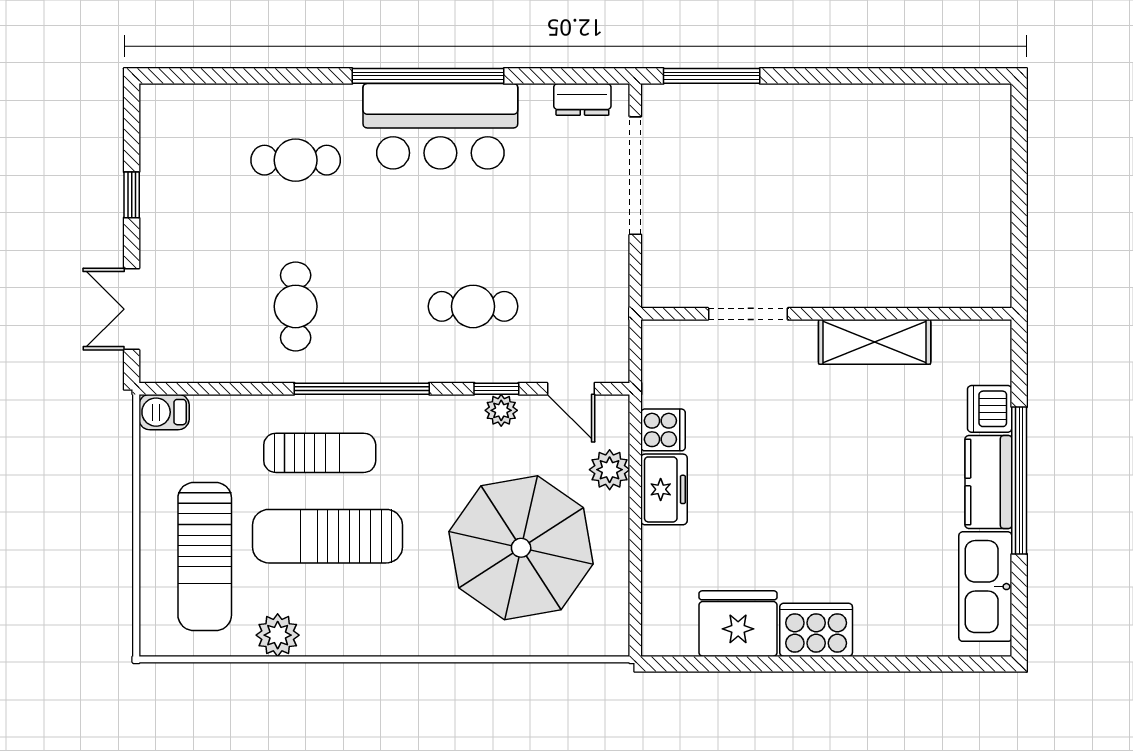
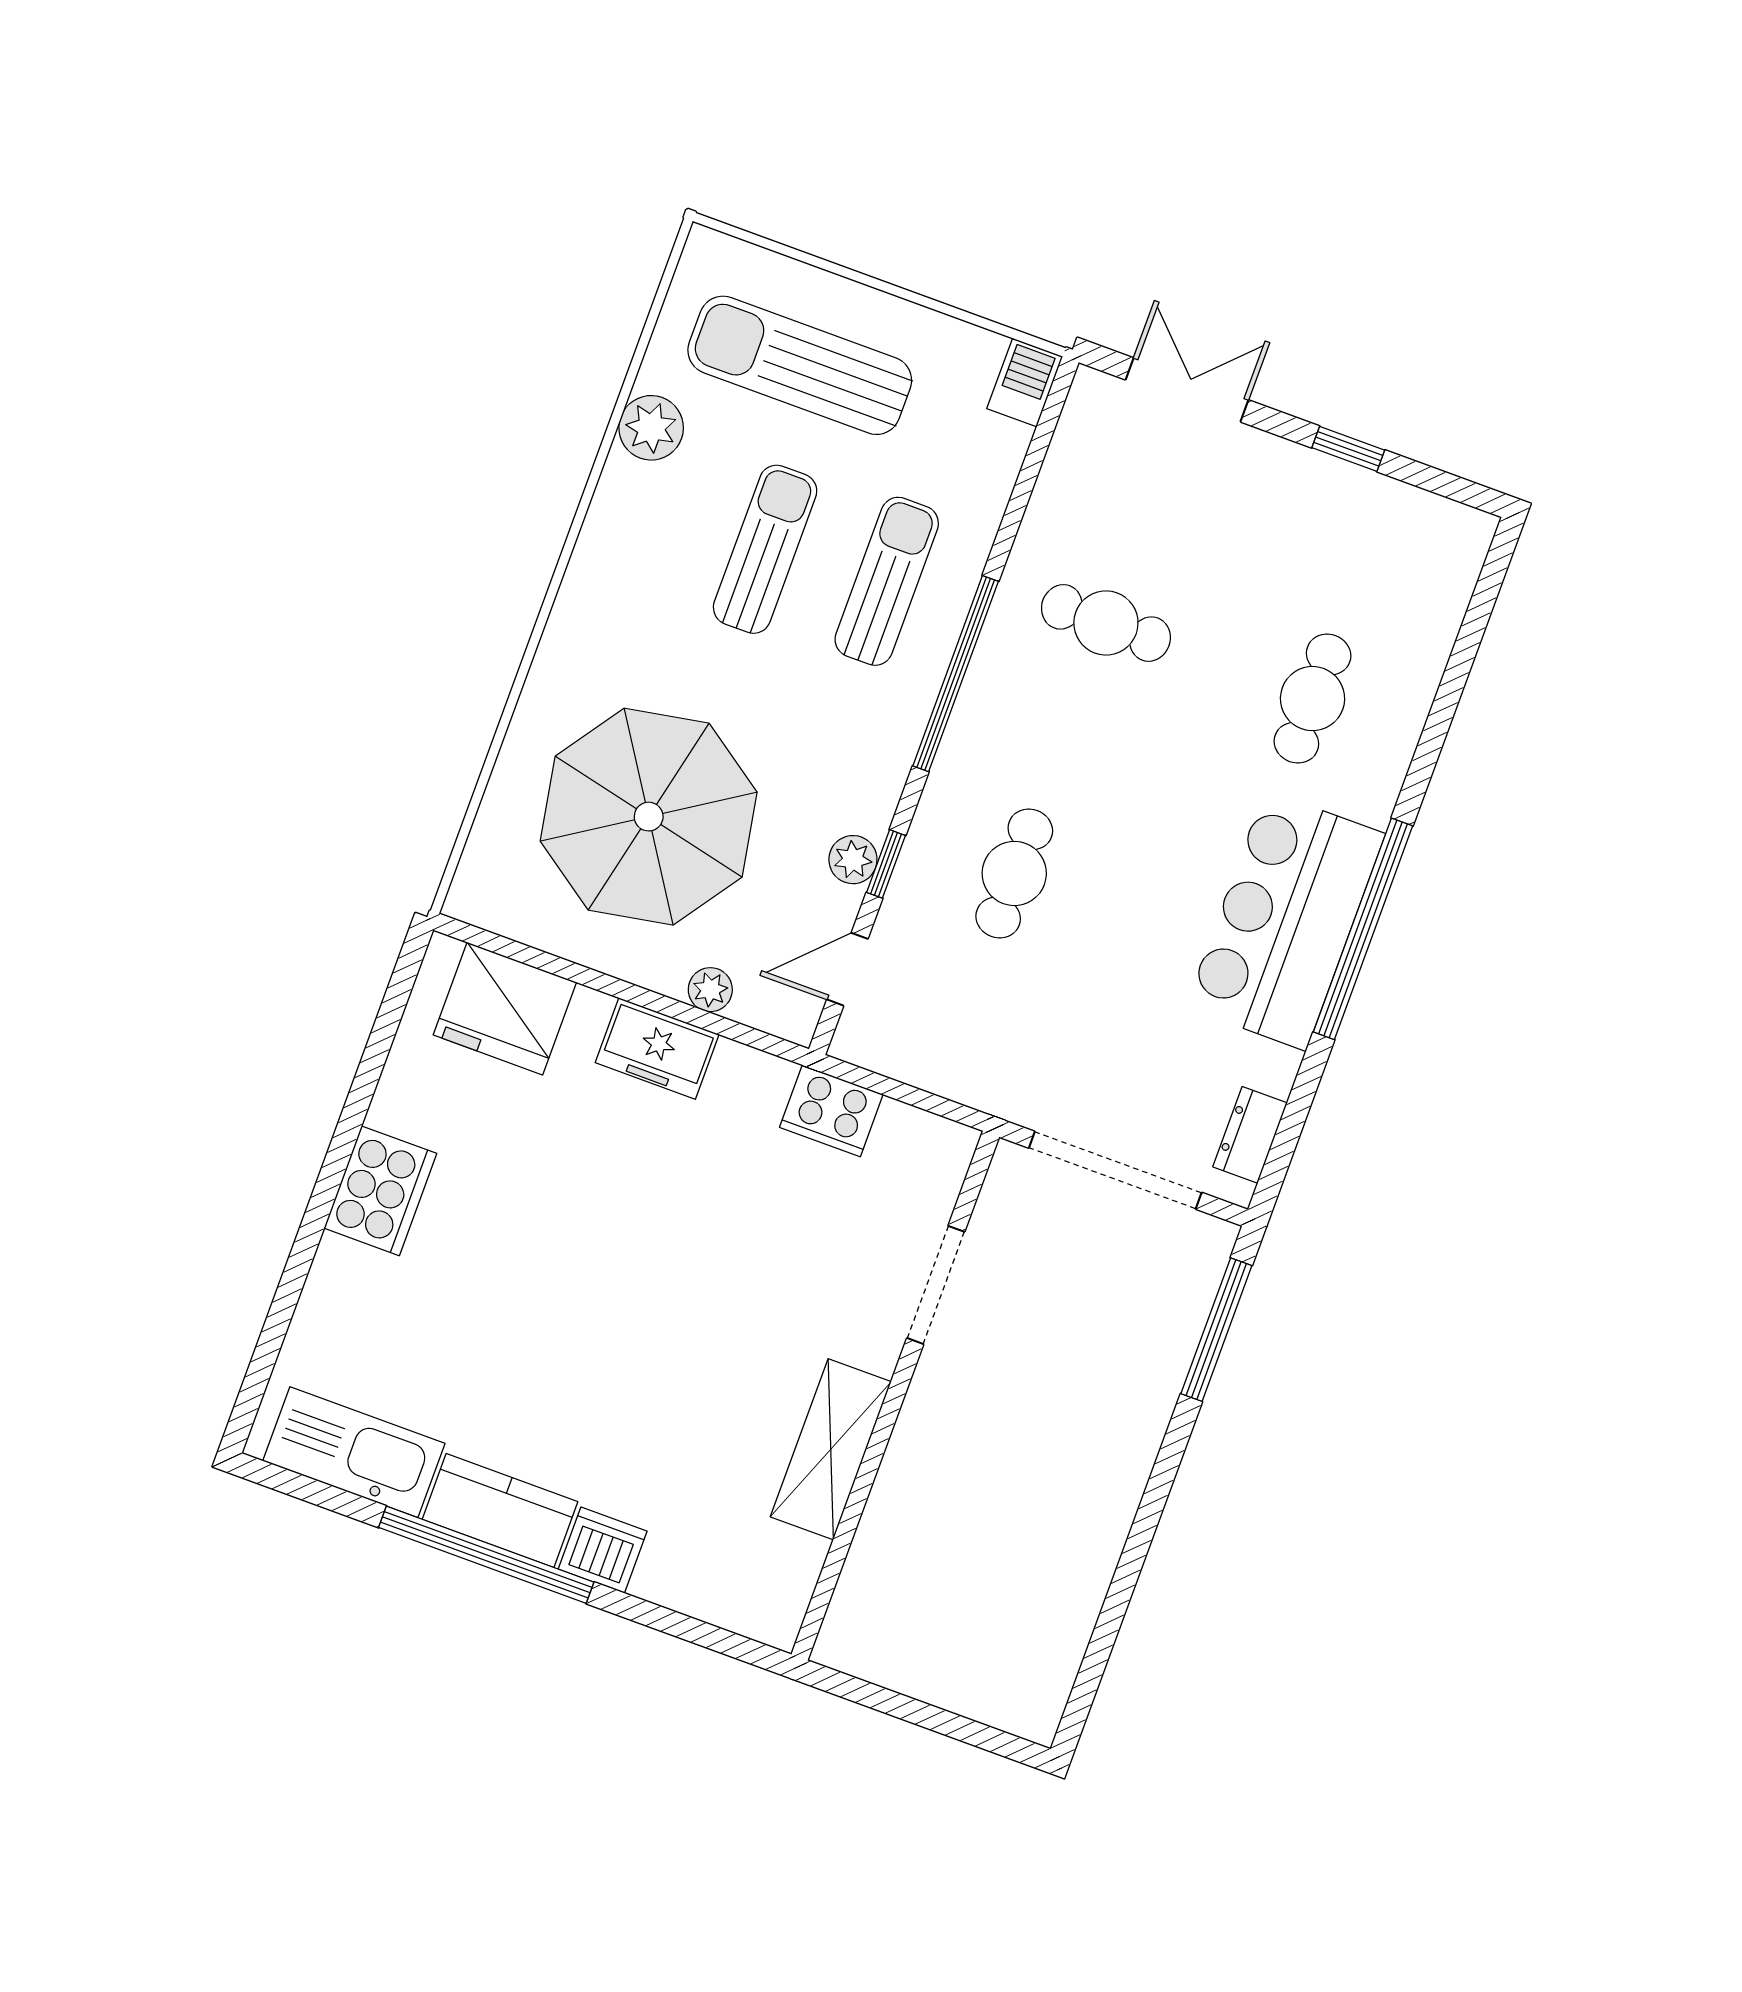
doorway: (748, 314) -> (936, 1285), moved
wall: (826, 314) -> (895, 1396), moved
shelving: (875, 342) -> (831, 1449), moved
cooker: (663, 430) -> (831, 1111), moved, width x1.36
sun lounger: (320, 453) -> (887, 581), turned 180
plant: (610, 470) -> (710, 990), width x0.73, depth x0.73
sun lounger: (327, 536) -> (765, 549), width x0.73, depth x0.75
fridge: (738, 624) -> (505, 1009), moved, turned 90

